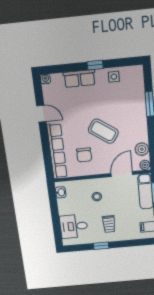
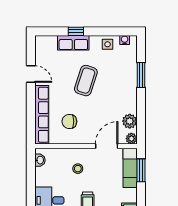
window: (95, 65) -> (76, 31), moved
water cooler: (45, 79) -> (125, 40), moved
coffee table: (103, 131) -> (86, 81), moved, turned 73
chair: (84, 155) -> (69, 121), turned 90

